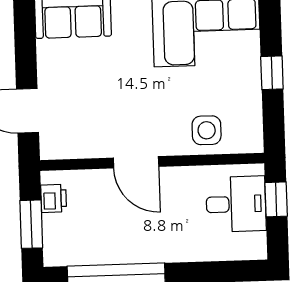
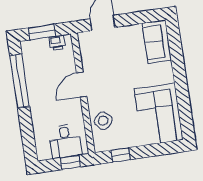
window: (272, 73) -> (121, 155), moved
side table: (207, 130) -> (103, 121), turned 45

